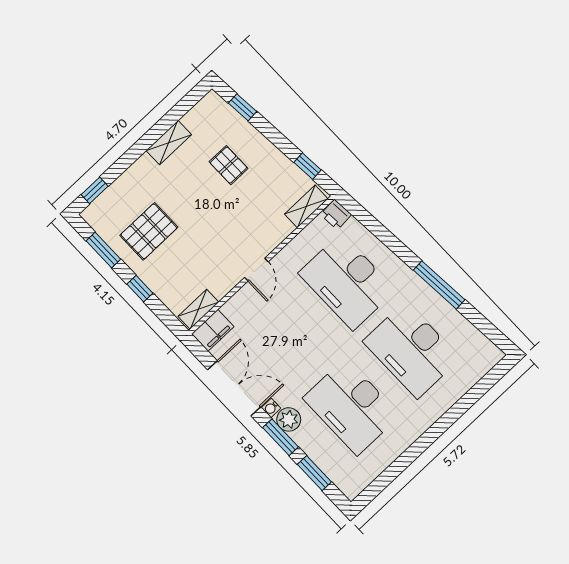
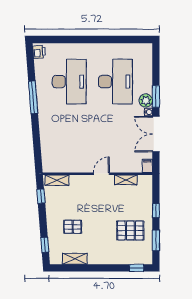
shelving: (169, 143) -> (75, 259), moved
pallet: (229, 165) -> (73, 227), turned 90
printer: (336, 215) -> (39, 52), moved
desk: (347, 282) -> (69, 134), removed
shelving: (198, 309) -> (126, 180), moved
filing cabinet: (213, 330) -> (147, 166), width x0.50
window: (314, 473) -> (156, 69), removed

